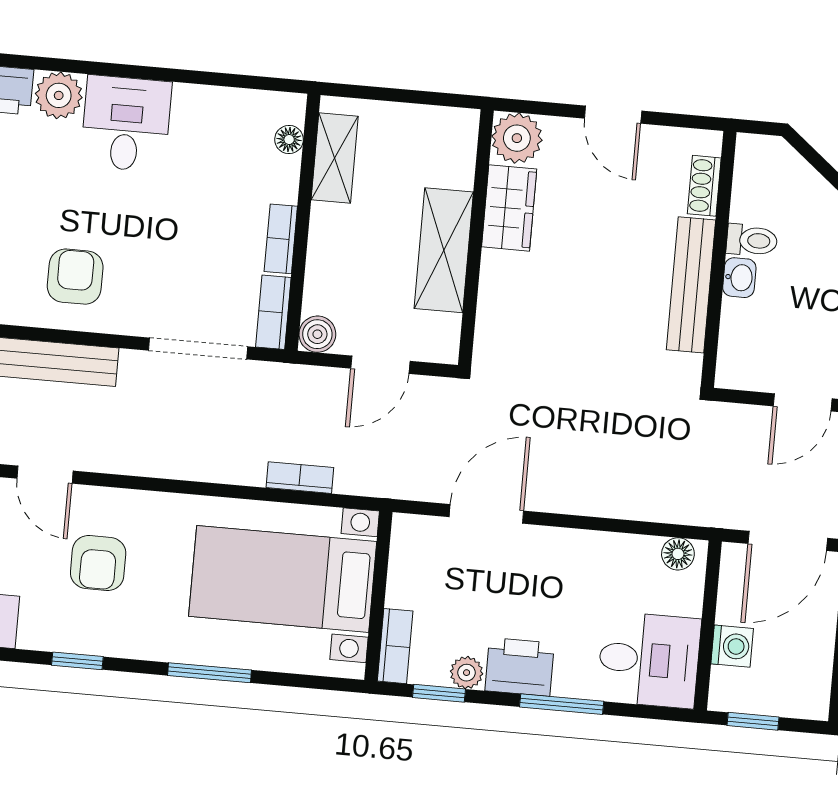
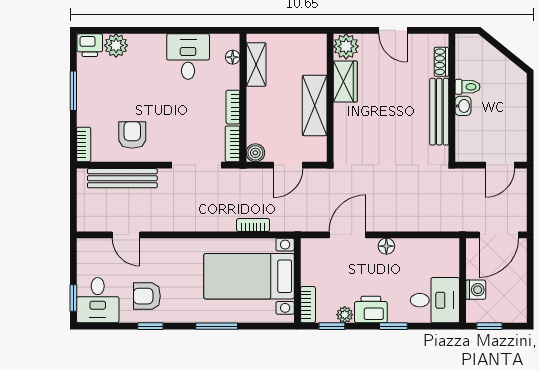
desk: (126, 124) -> (188, 57), moved
floor lamp: (678, 554) -> (386, 246), moved
armchair: (98, 563) -> (147, 296), moved, turned 90
window: (562, 704) -> (393, 326), width x0.67

